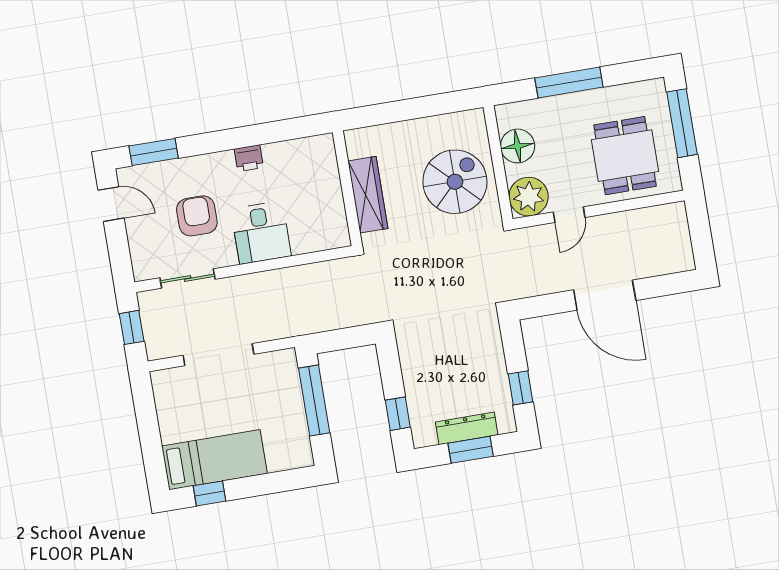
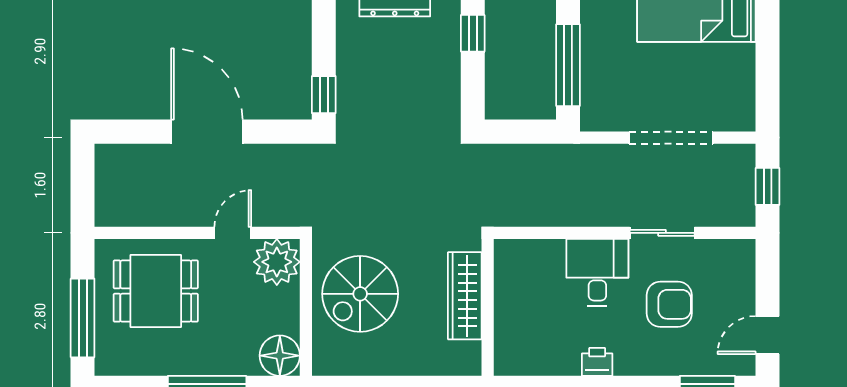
floor lamp: (518, 146) -> (280, 356), moved
dining table: (625, 156) -> (156, 291), turned 90
door: (111, 204) -> (767, 335), hinge flipped
armchair: (197, 216) -> (669, 304), turned -90
sliding door: (188, 278) -> (662, 233), moved
window: (520, 388) -> (324, 95), moved

